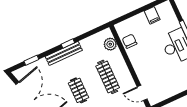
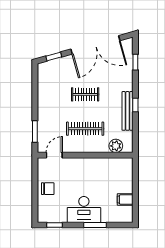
chair: (130, 41) -> (48, 189), moved
bench: (64, 53) -> (127, 111), moved

